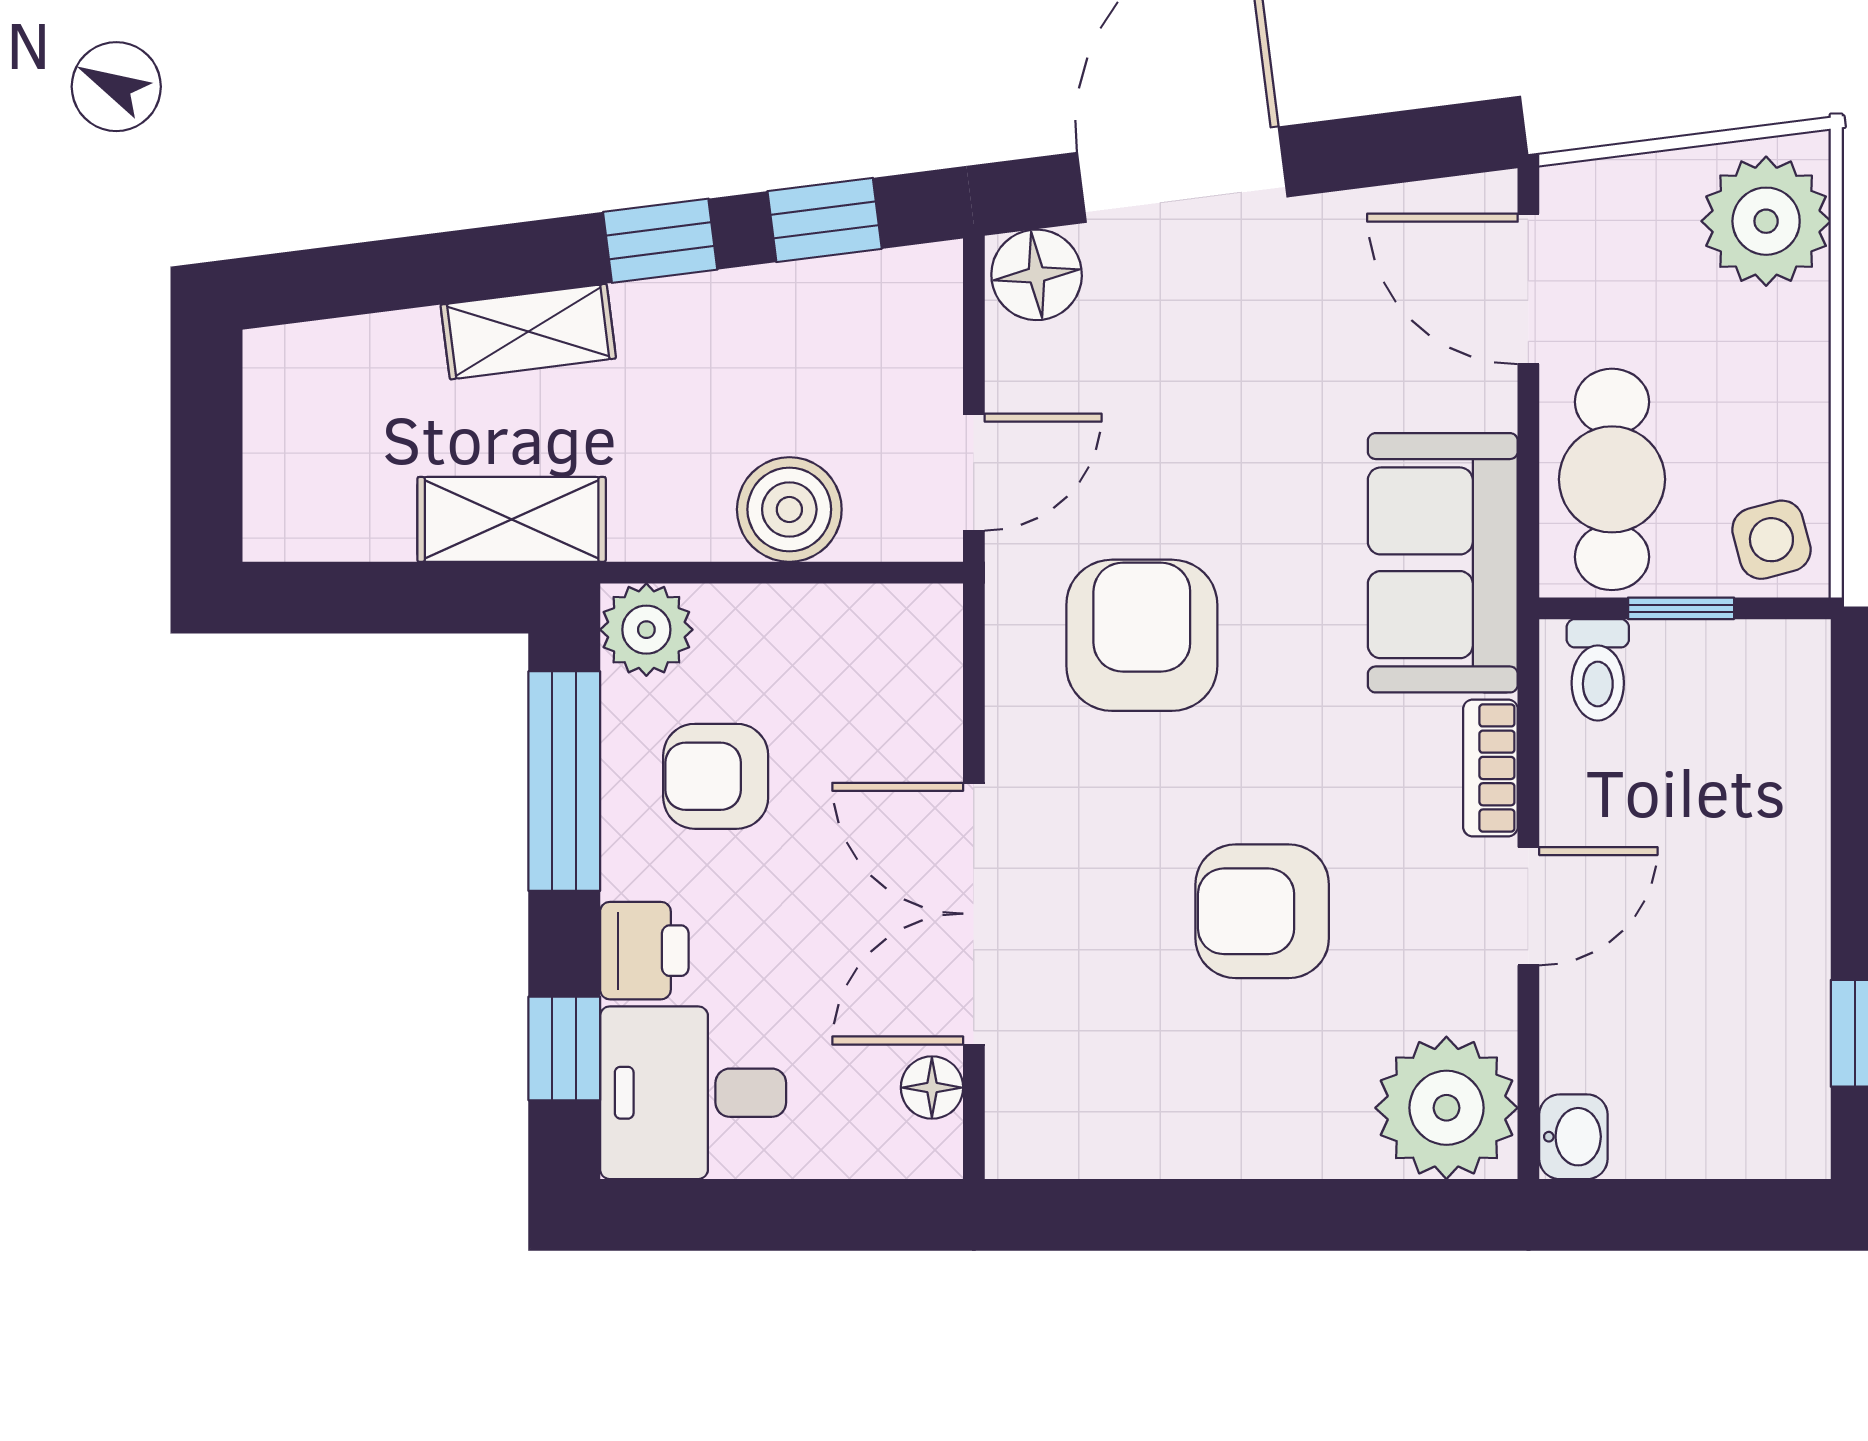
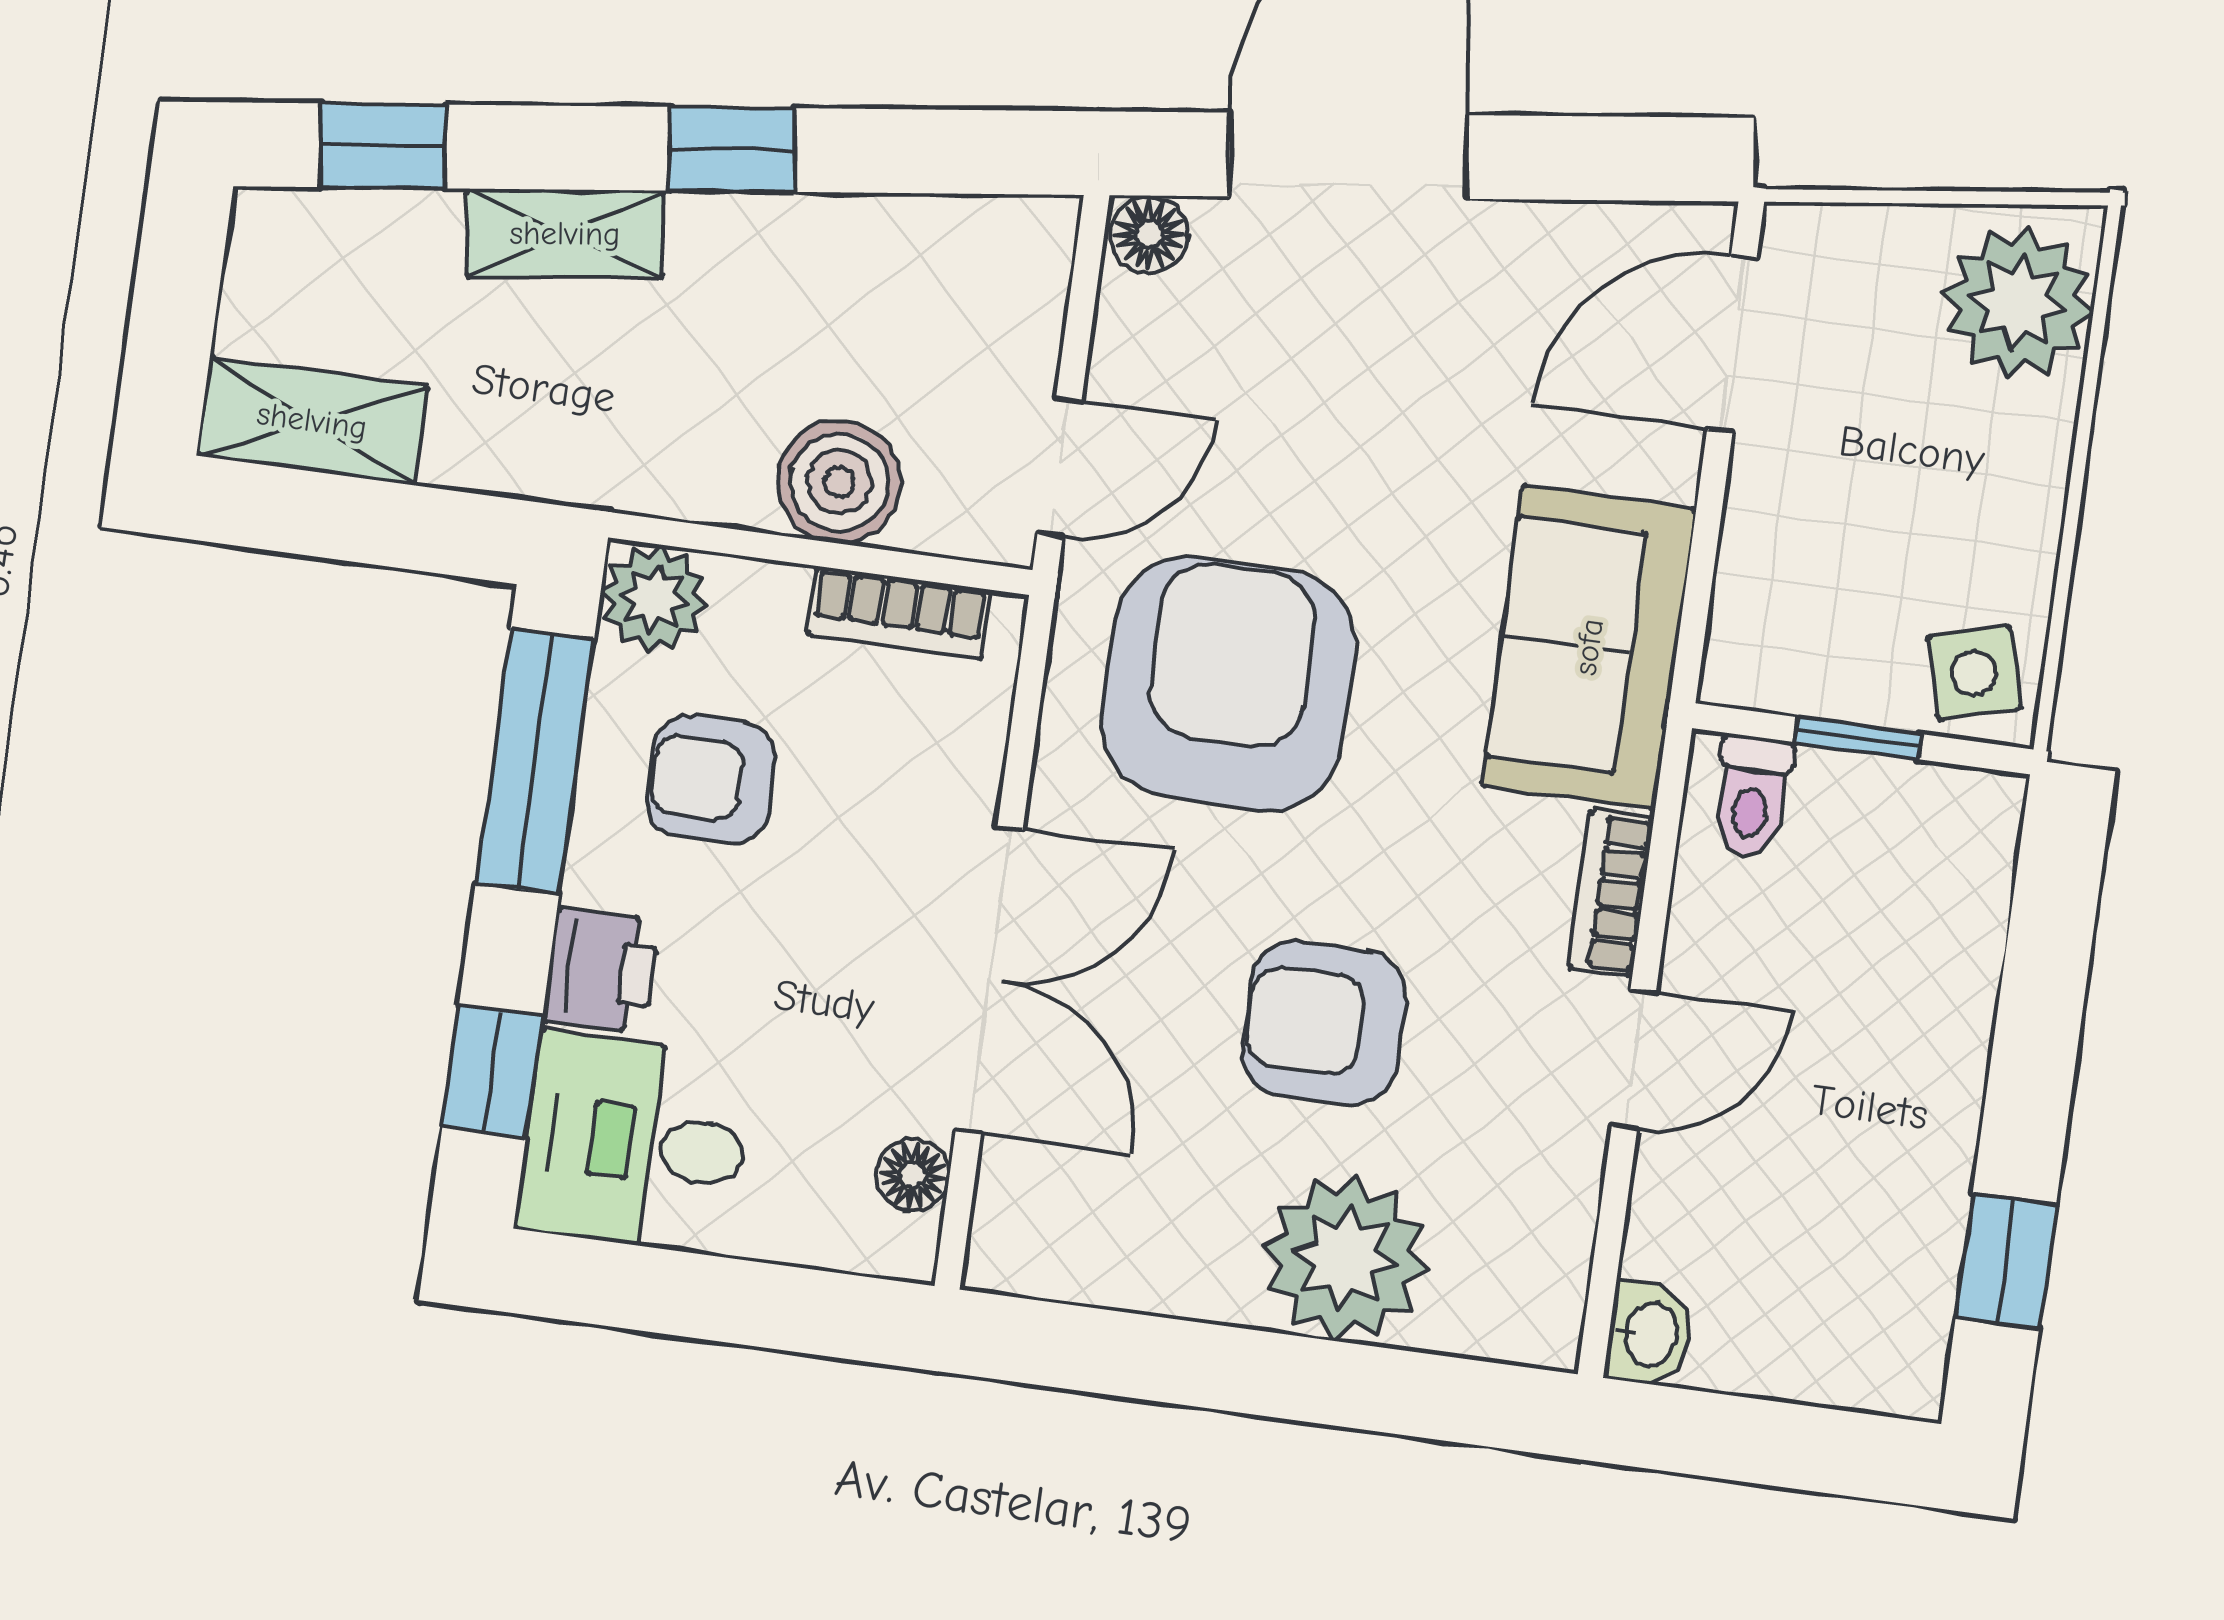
window: (825, 220) -> (383, 146), moved
floor lamp: (1037, 275) -> (1149, 234), width x0.73, depth x0.73
door: (1528, 289) -> (1732, 343), hinge flipped
cafe table: (1612, 479) -> (1798, 578), removed
shelving: (512, 519) -> (312, 421), moved
bookcase: (855, 613) -> (899, 613), added
armchair: (1142, 635) -> (1228, 684), width x1.36, depth x1.36
double door: (974, 914) -> (989, 980), swing flipped
plant: (1446, 1108) -> (1345, 1258), moved

